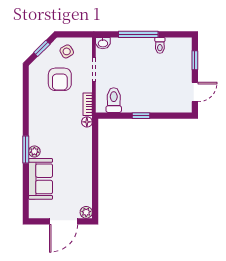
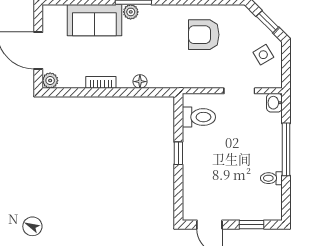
armchair: (60, 79) -> (204, 35), moved
bookcase: (88, 104) -> (101, 82), moved
floor lamp: (87, 122) -> (140, 82), moved

